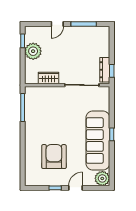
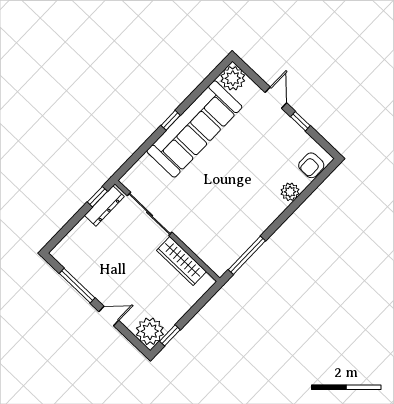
plant: (33, 51) -> (150, 331), moved
wardrobe: (49, 78) -> (182, 261), width x1.50
plant: (30, 153) -> (290, 192), added
armchair: (54, 157) -> (311, 165), moved, width x0.53, depth x0.53
door: (76, 188) -> (276, 98), swing flipped

